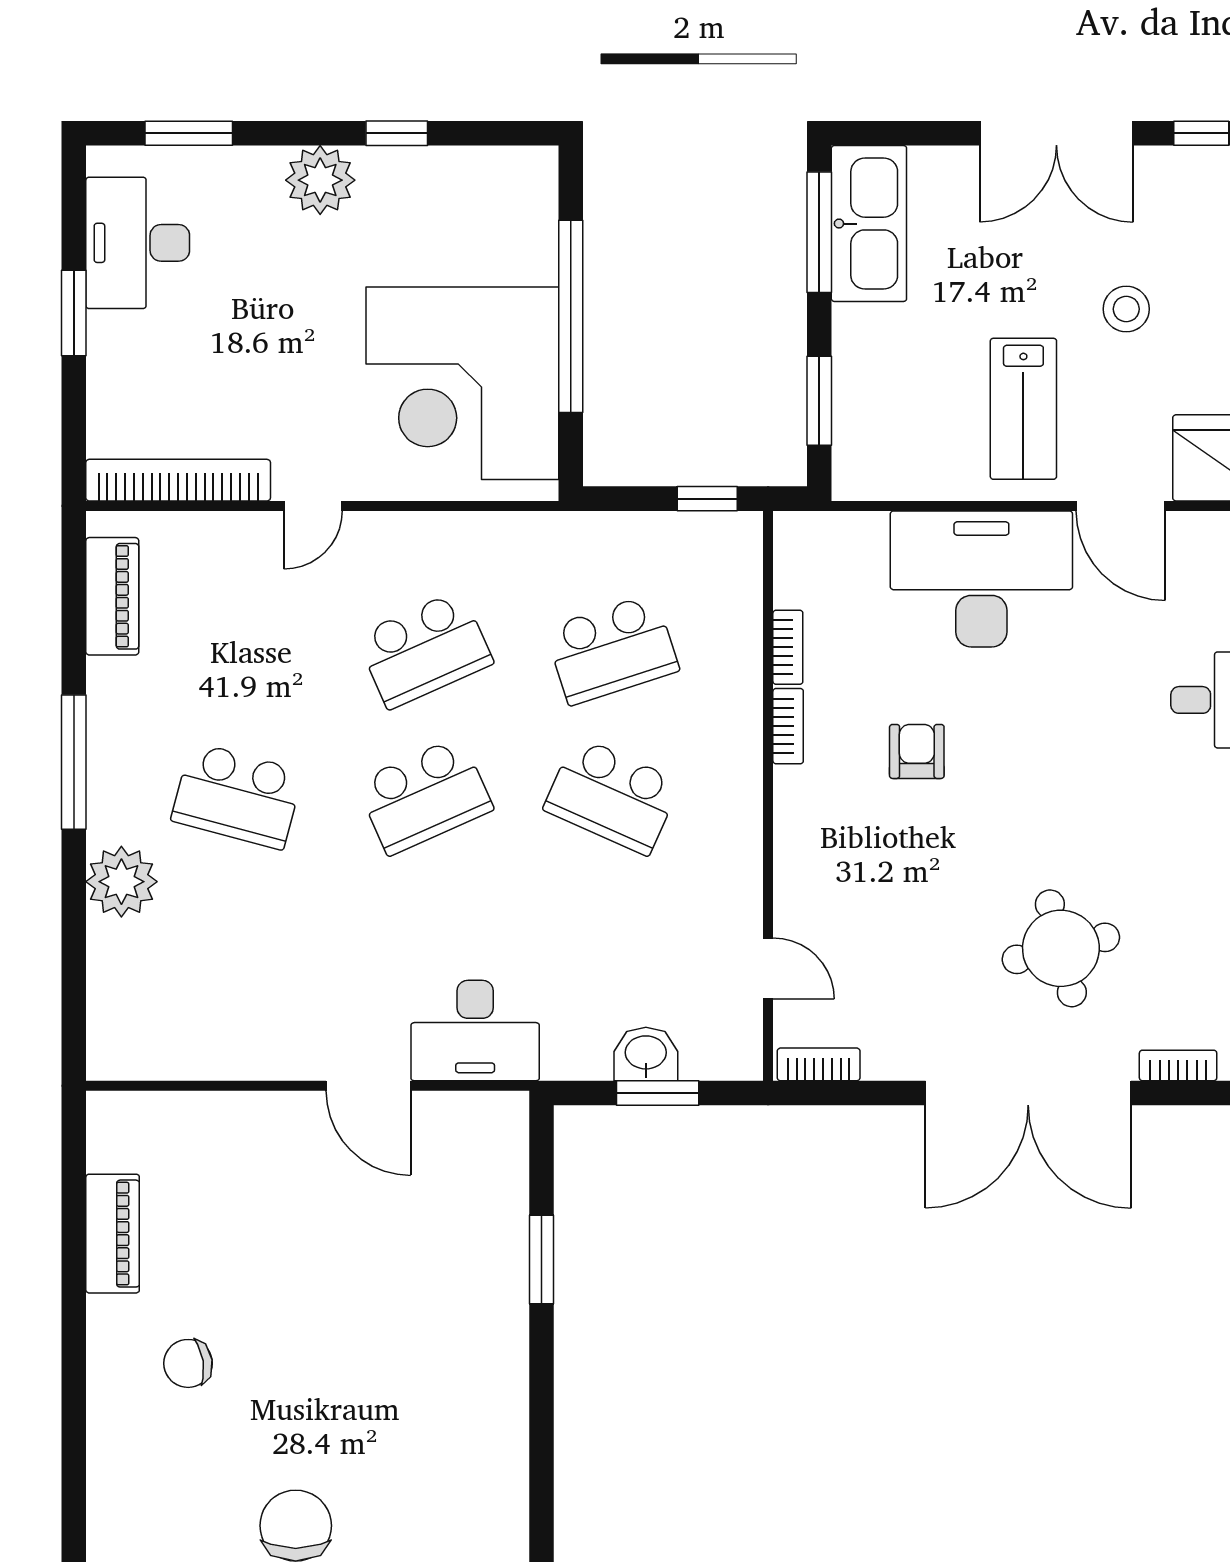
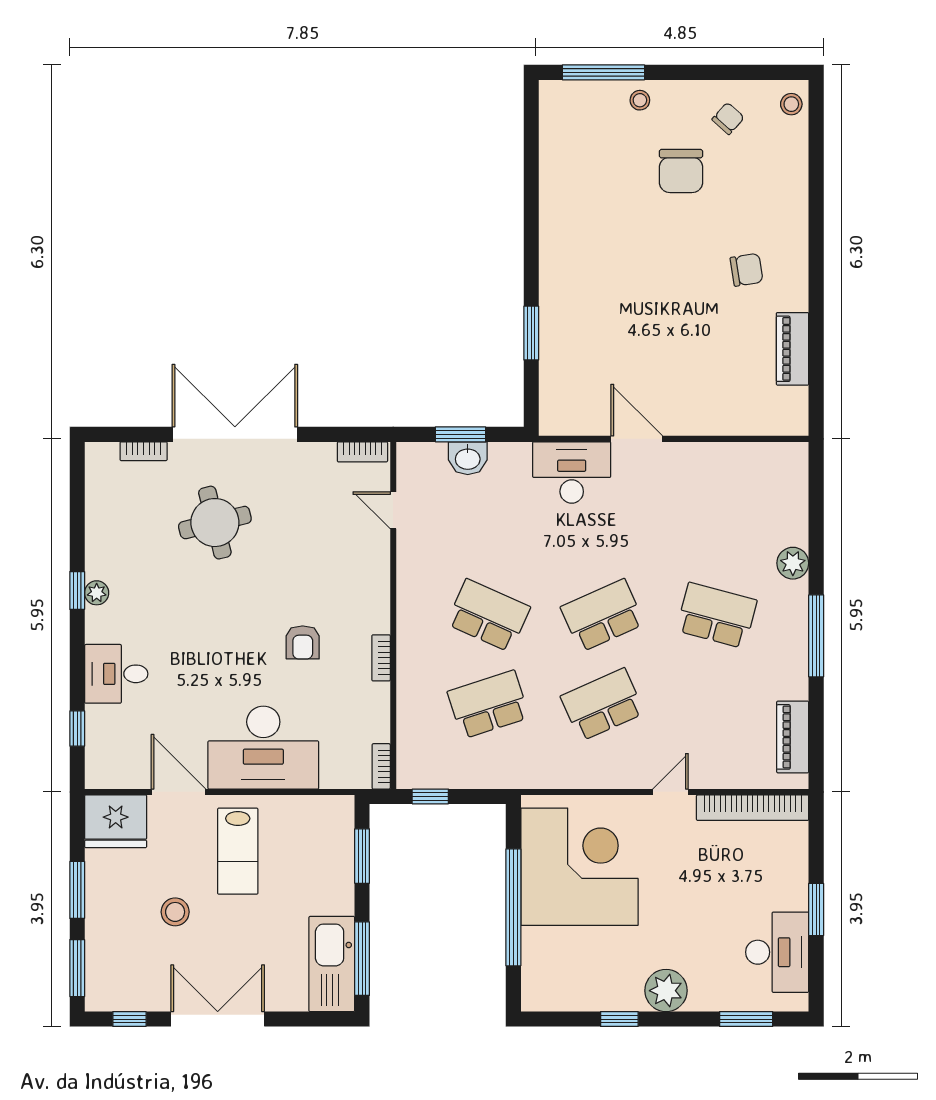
lab bench: (1023, 409) -> (238, 851), turned 180
bookcase: (788, 647) -> (381, 766), moved
plant: (121, 882) -> (793, 563), width x0.73, depth x0.73

